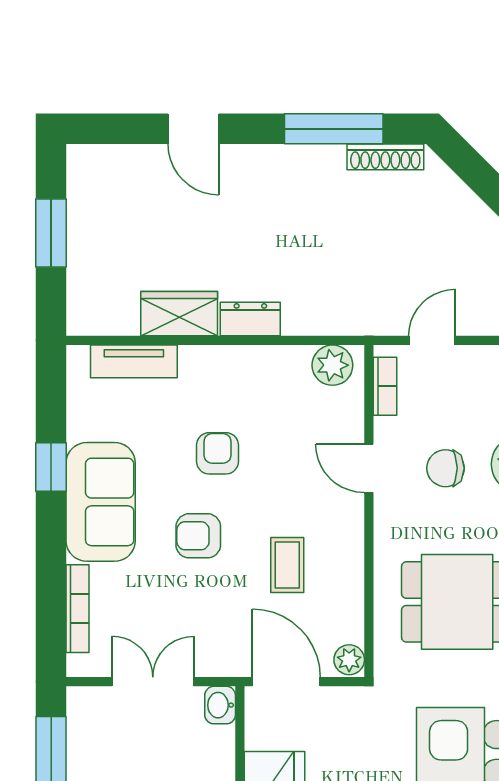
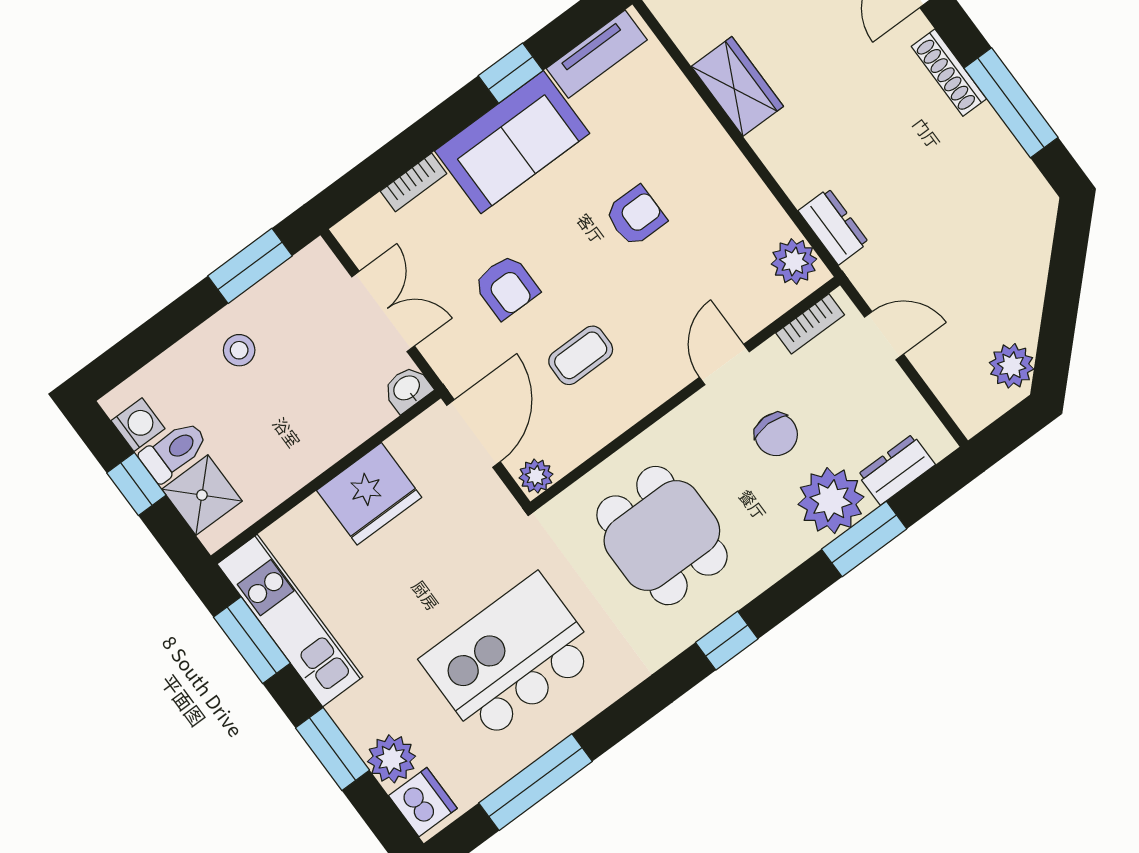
shoe rack: (385, 157) -> (949, 73), moved
dresser: (250, 319) -> (833, 227), moved
tv unit: (134, 361) -> (597, 54), moved, turned -90
chair: (445, 468) -> (776, 434), turned 180
armchair: (198, 536) -> (506, 287), moved, turned 180
bookcase: (78, 609) -> (413, 182), width x0.64

